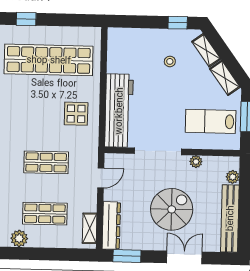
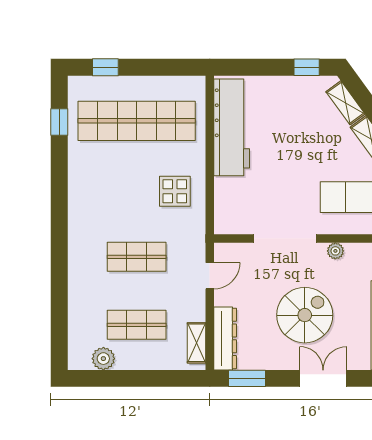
stool: (170, 61) -> (298, 119), removed
workbench: (119, 111) -> (232, 127), moved

